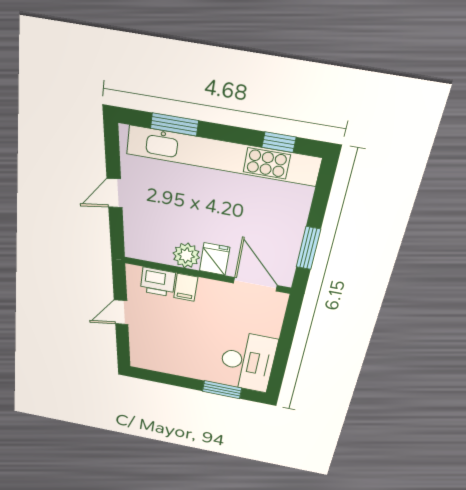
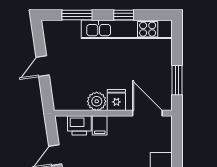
window: (279, 142) -> (124, 15), moved
kitchen unit: (223, 156) -> (127, 29), width x0.73

